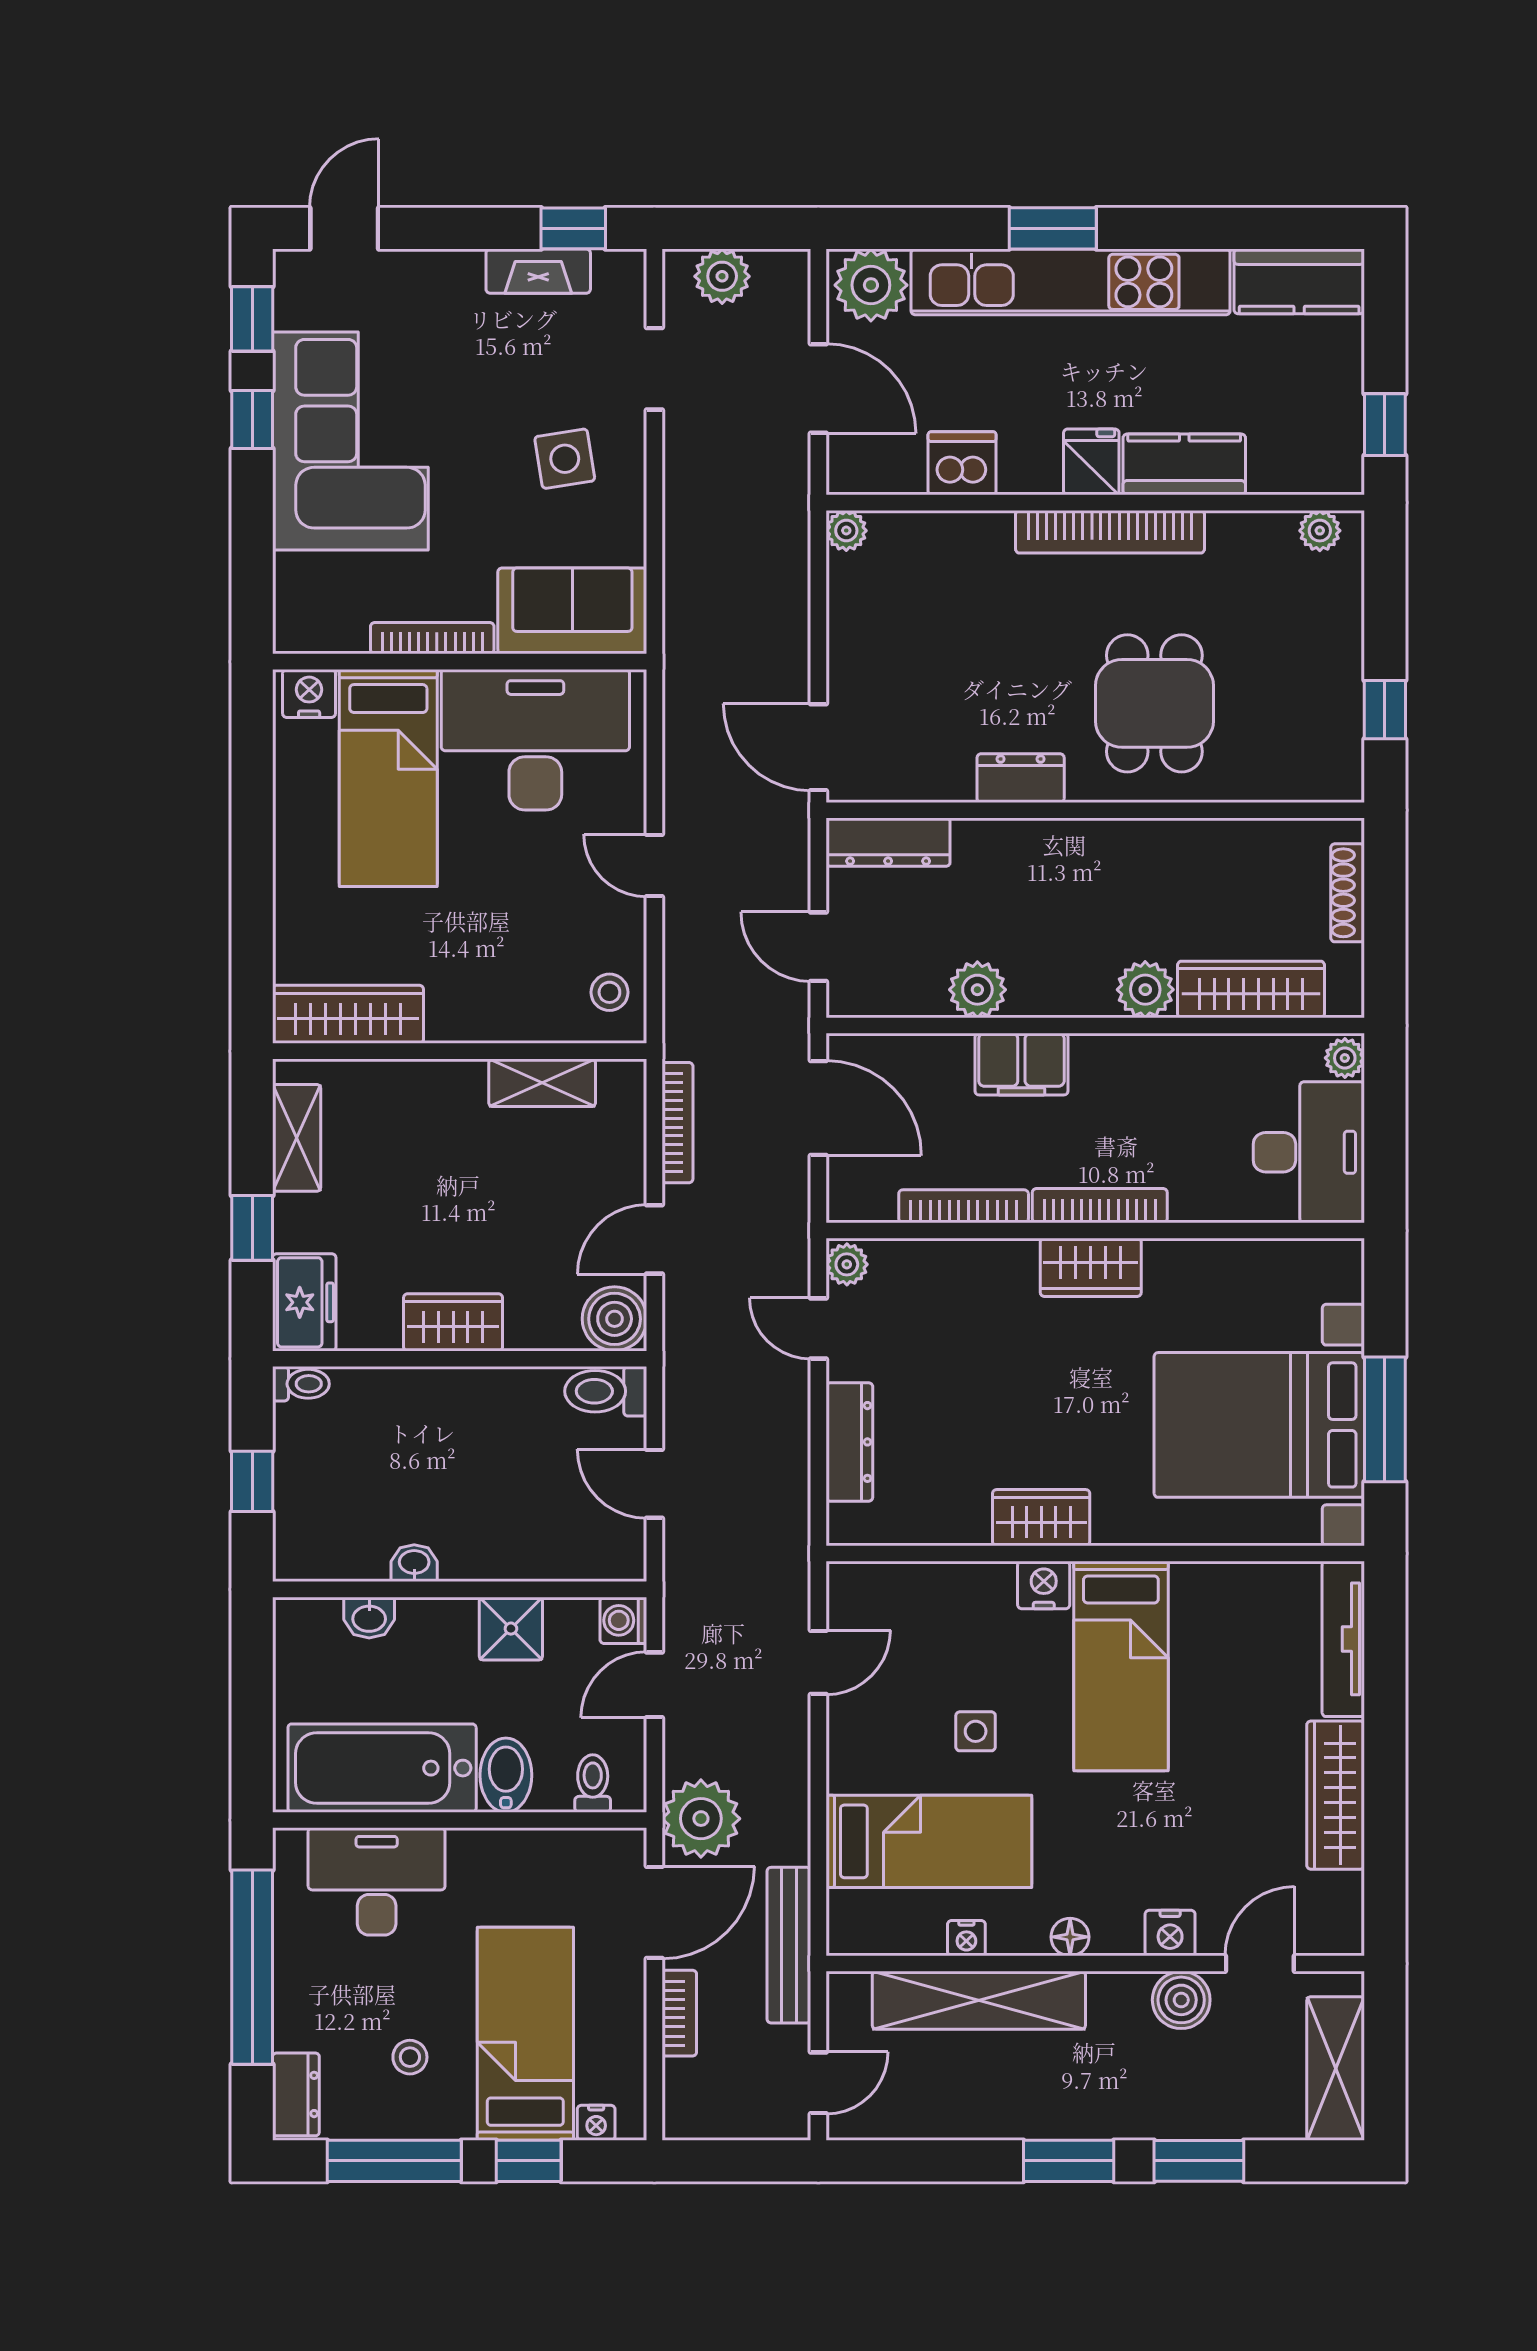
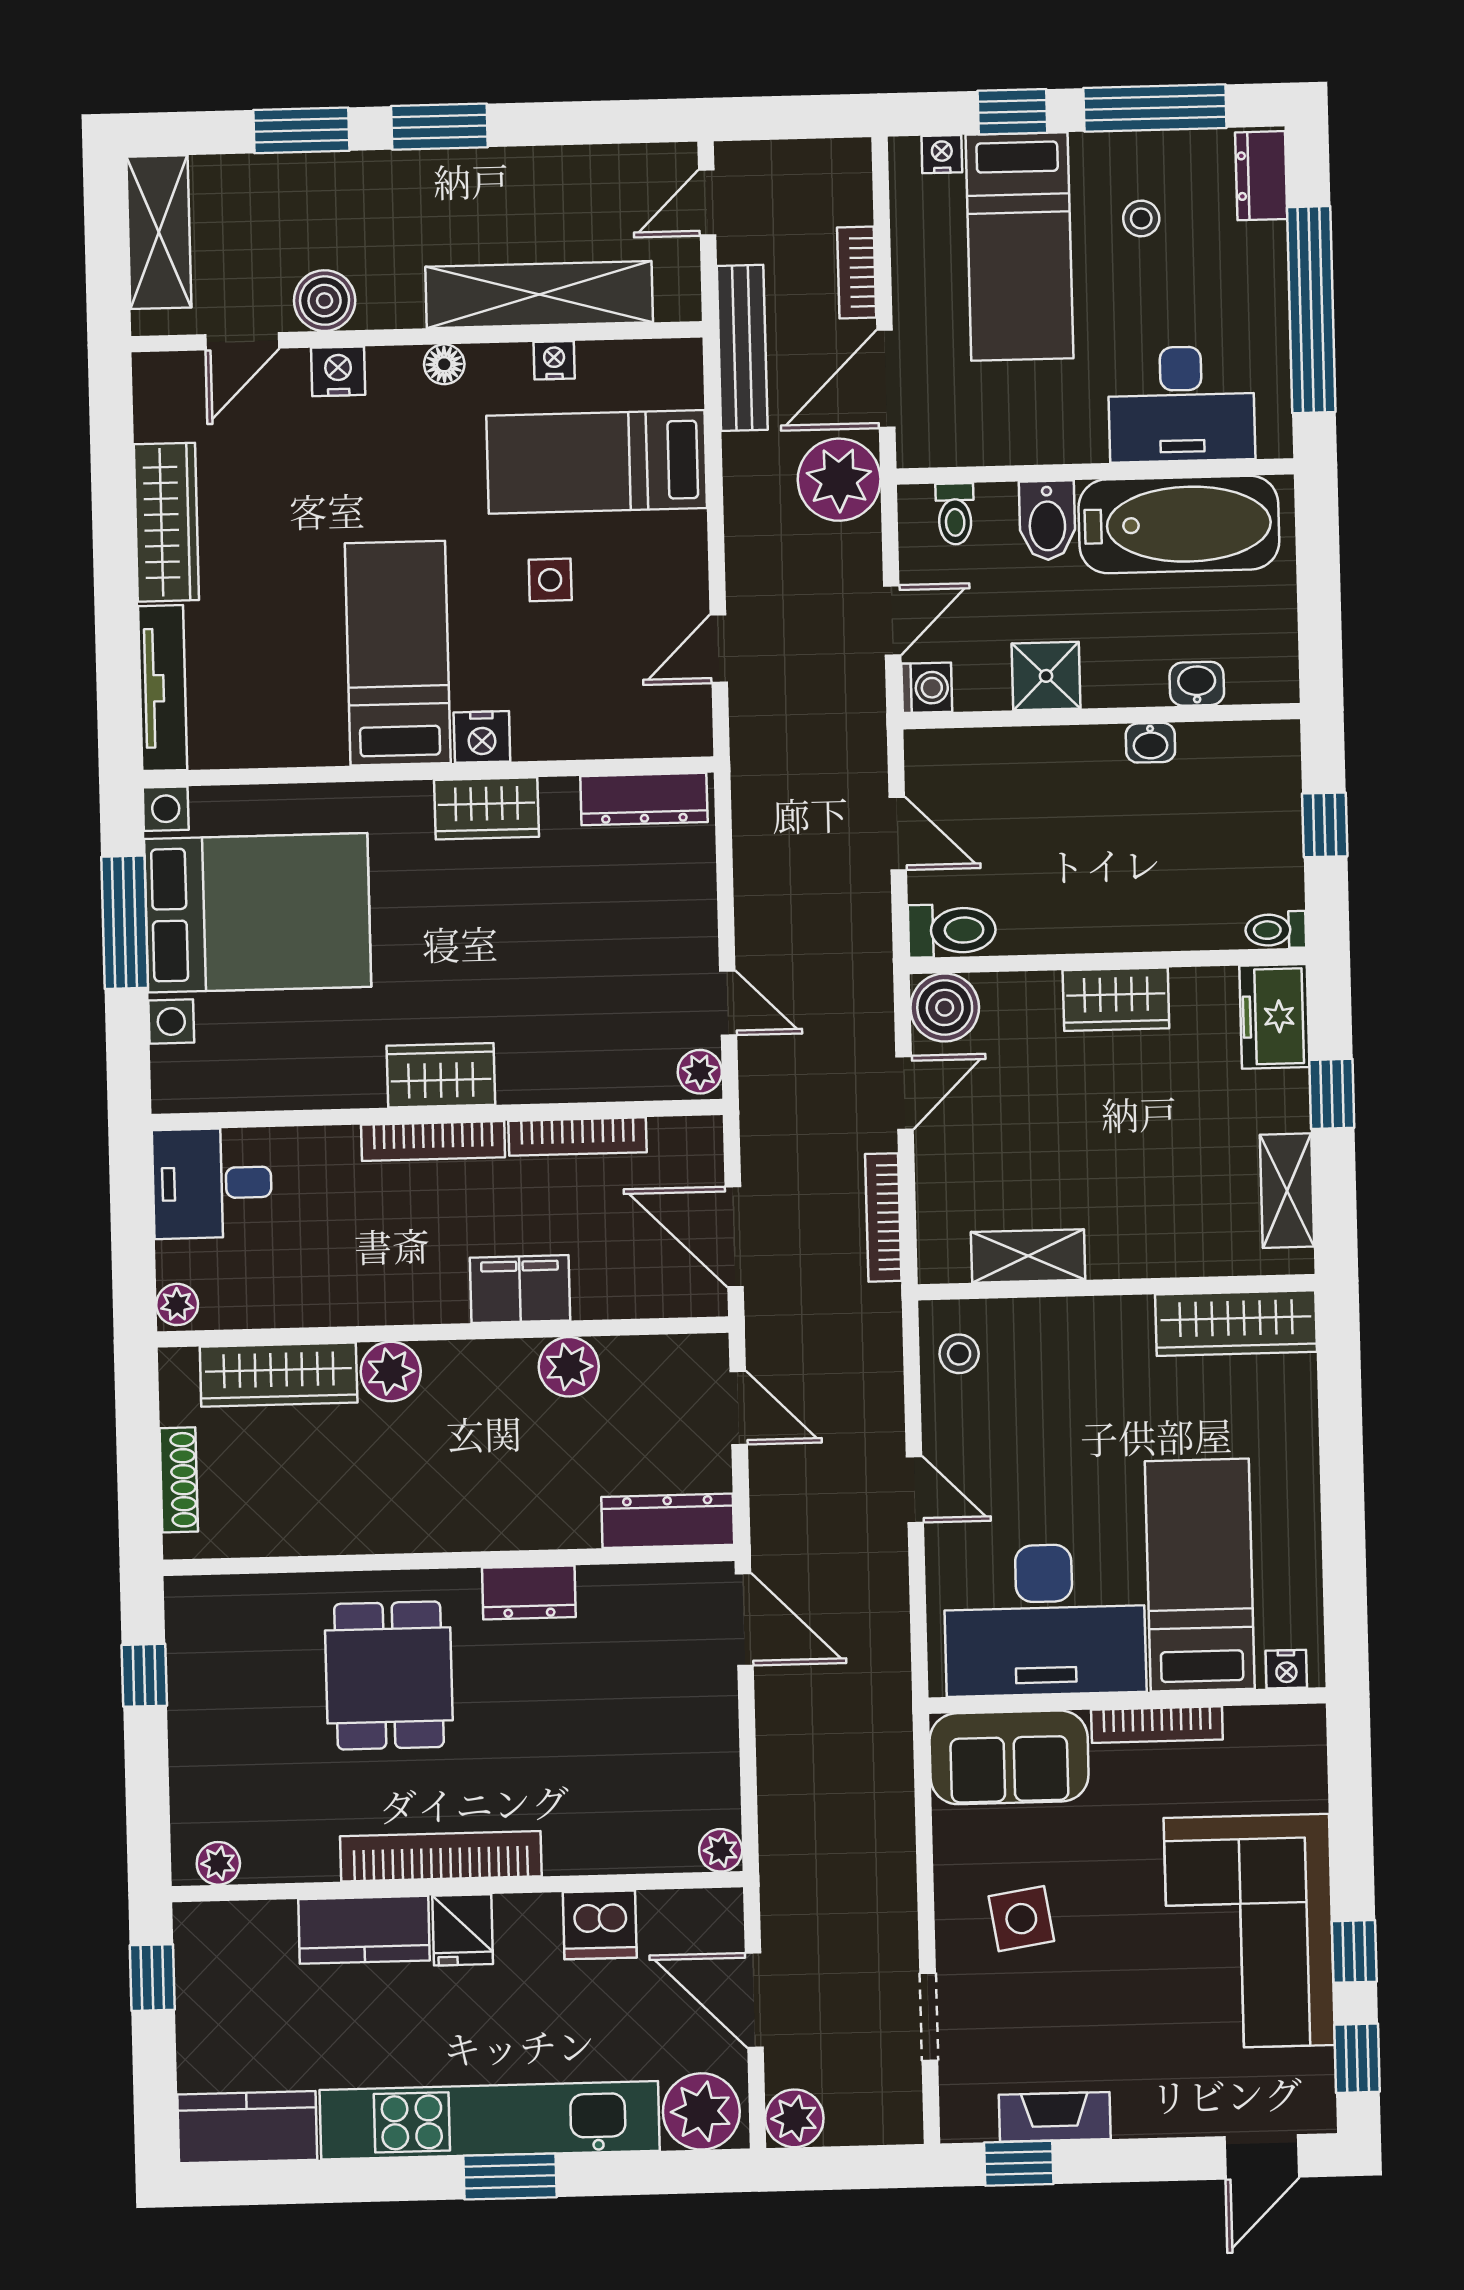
plant: (722, 276) -> (794, 2118), moved
nightstand: (309, 693) -> (1286, 1669), width x0.72, depth x0.74
desk: (1309, 1152) -> (212, 1183), width x0.73
dresser: (849, 1442) -> (644, 799), moved, turned -90

